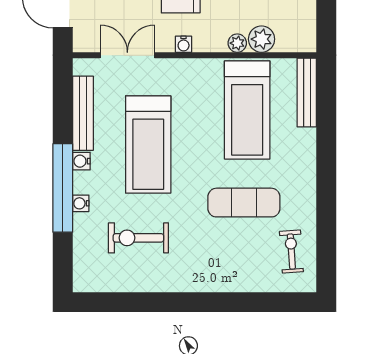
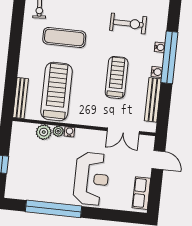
water cooler: (184, 44) -> (69, 132), moved
treadmill: (148, 145) -> (117, 77), width x0.73, depth x0.73

